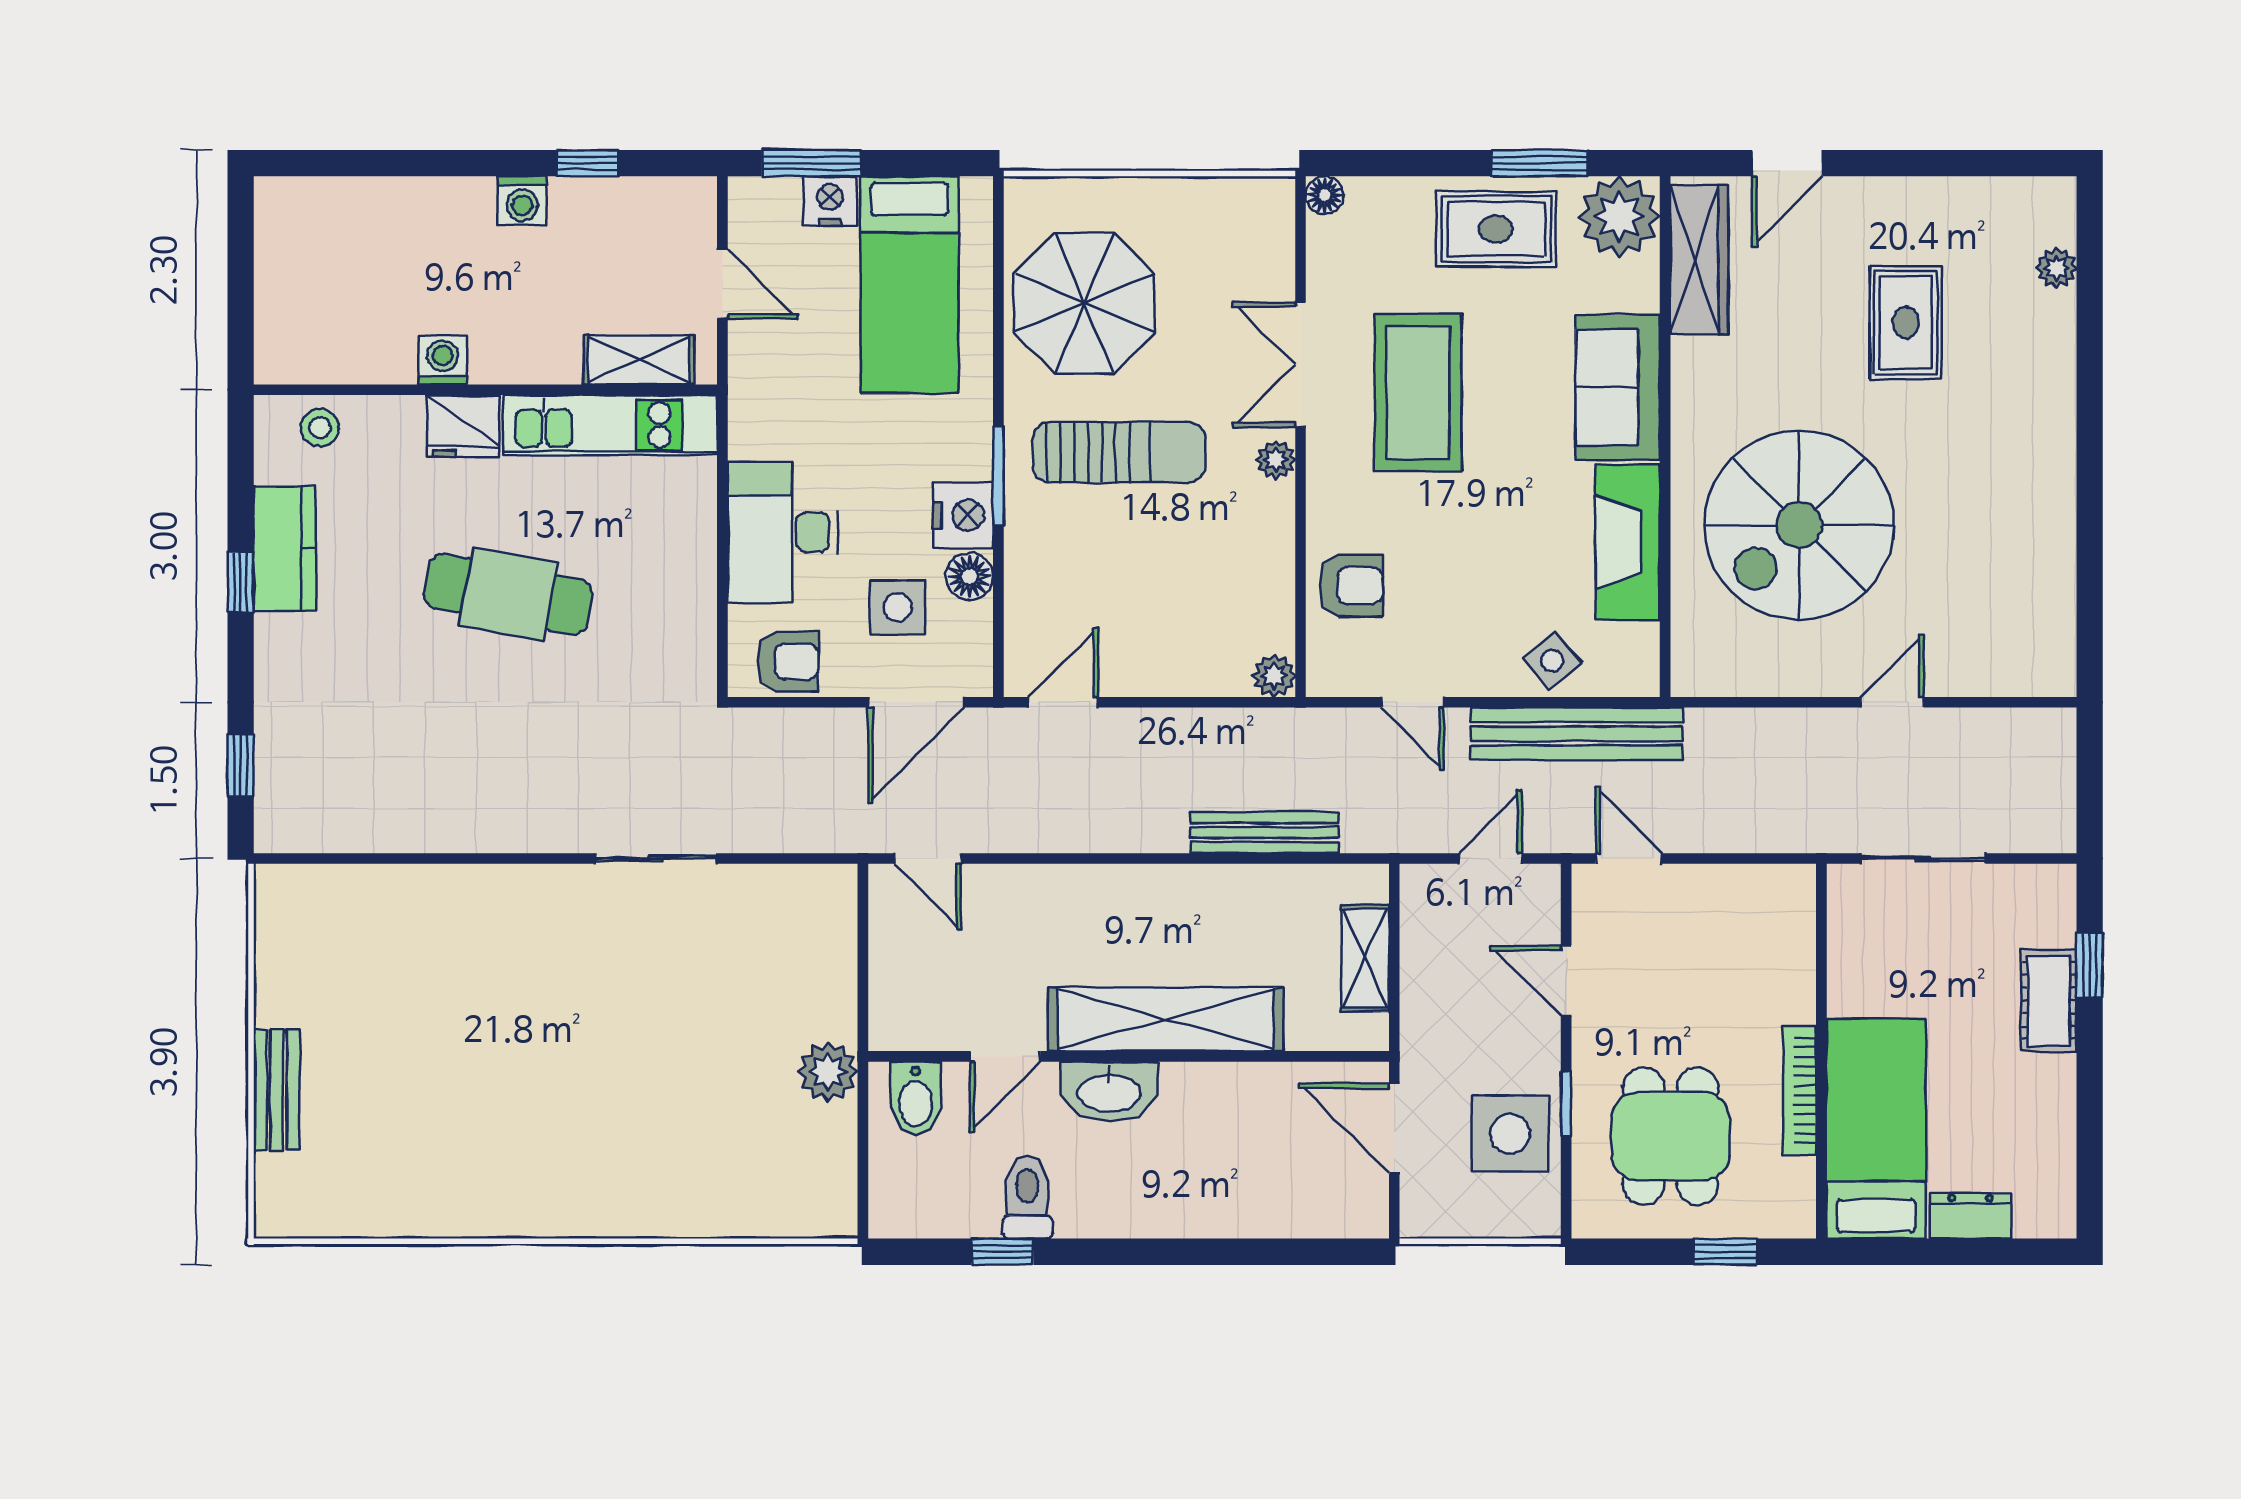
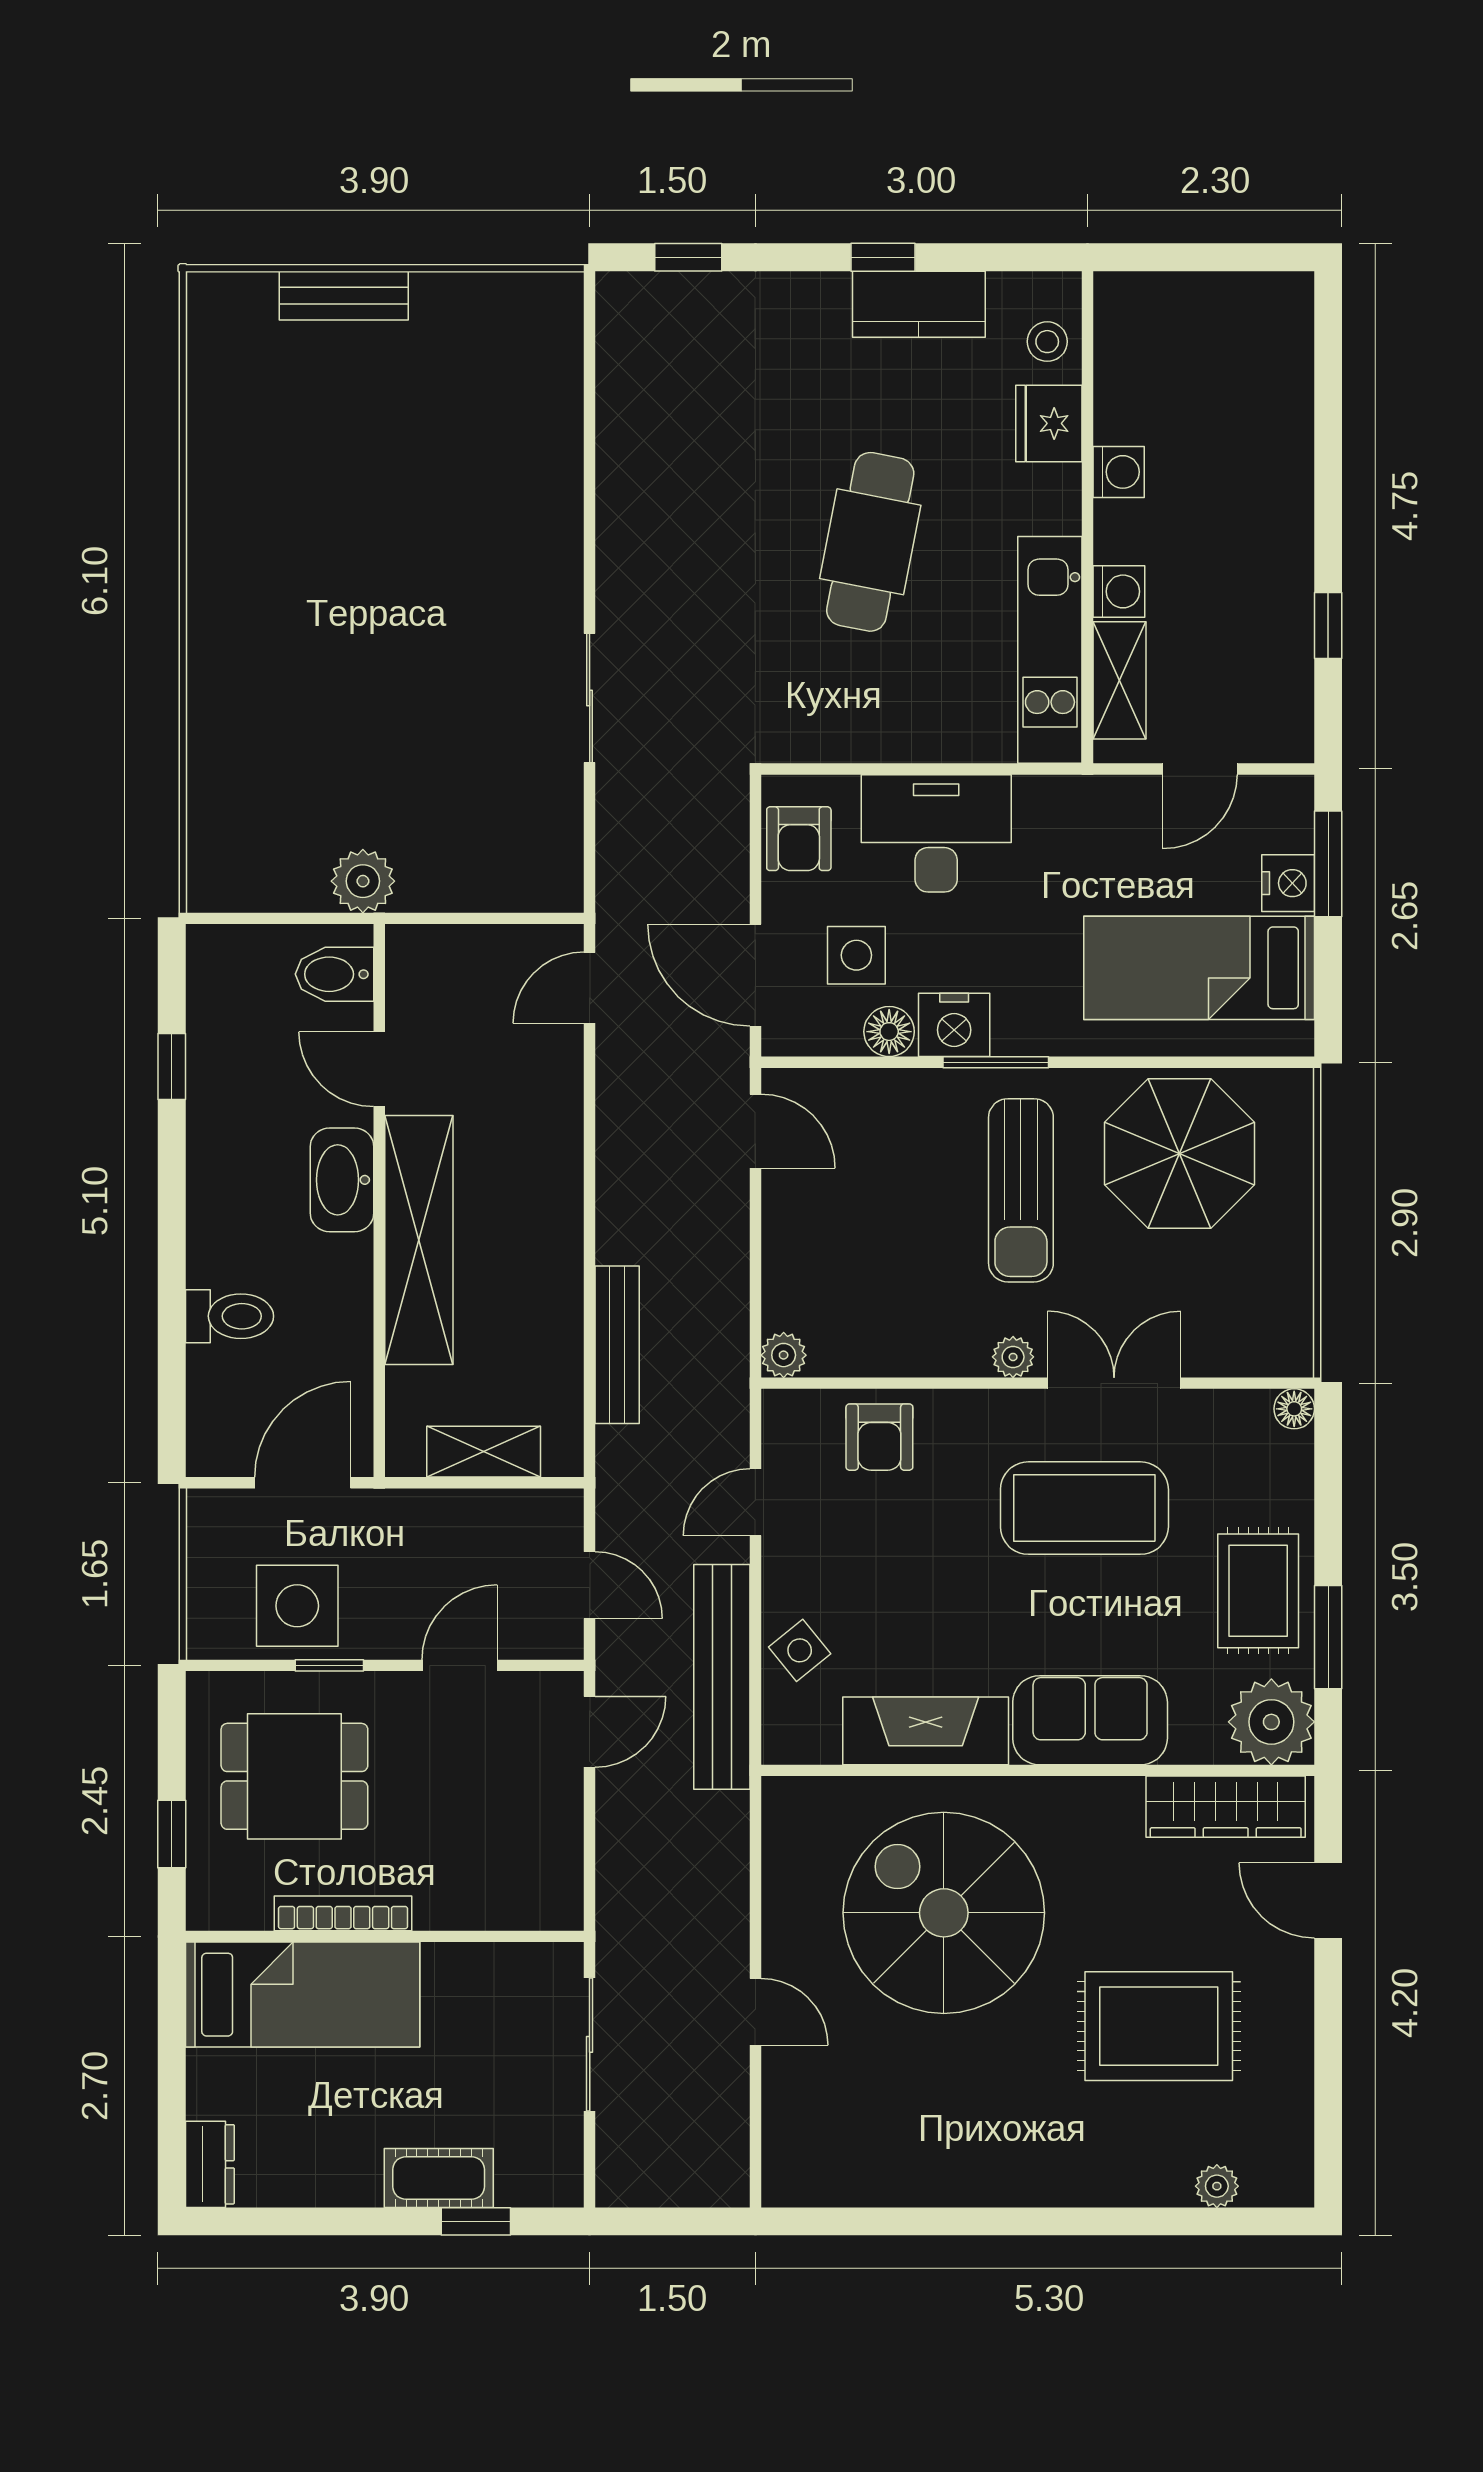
washing machine: (522, 200) -> (1119, 591), moved, turned 180
rug: (1906, 323) -> (1159, 2026), width x1.36, depth x1.43
fridge: (463, 426) -> (1049, 423), moved
toilet: (1027, 1197) -> (230, 1316), moved
dresser: (1970, 1216) -> (210, 2164), moved

